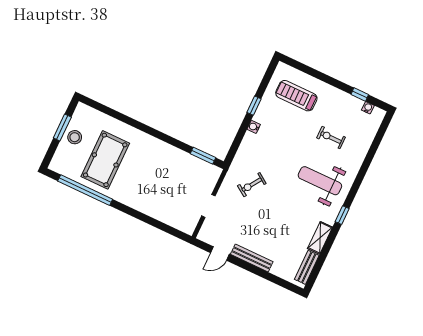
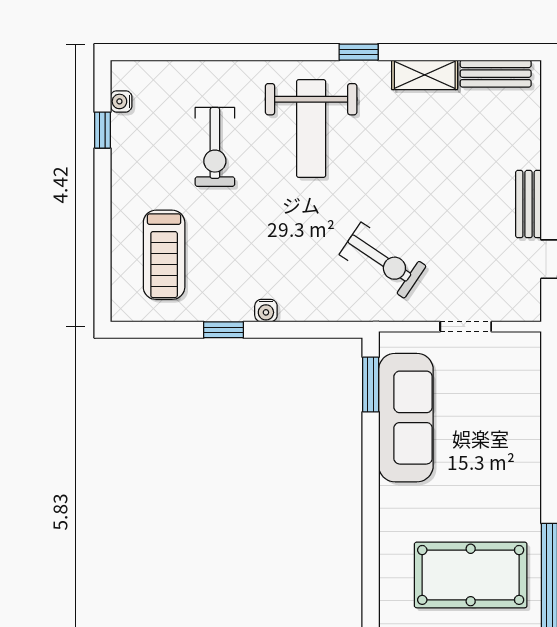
exercise bike: (331, 138) -> (215, 147), width x1.38, depth x1.39
sofa: (183, 164) -> (406, 418), added
exercise bike: (252, 185) -> (383, 260), width x1.38, depth x1.39
bench: (252, 258) -> (529, 204), width x0.73

